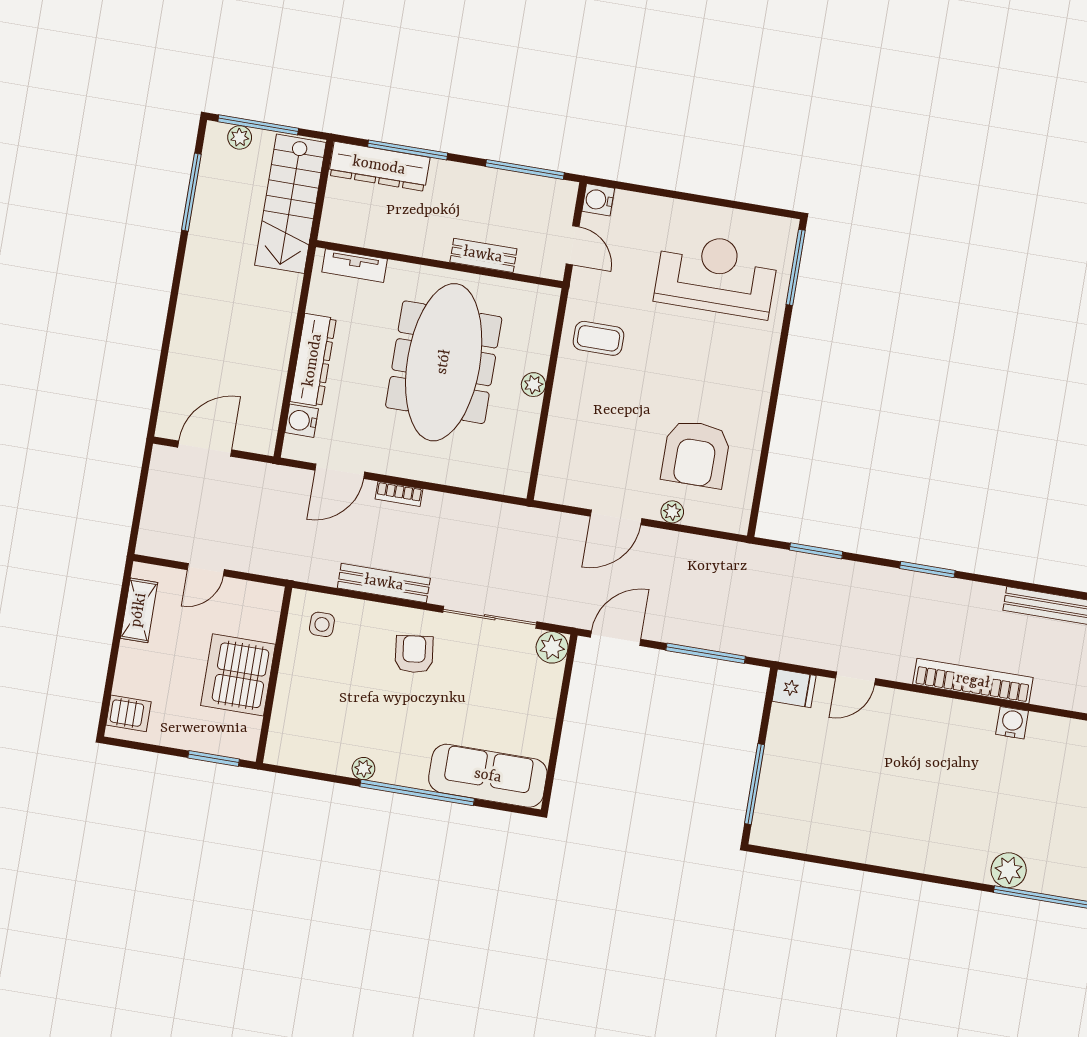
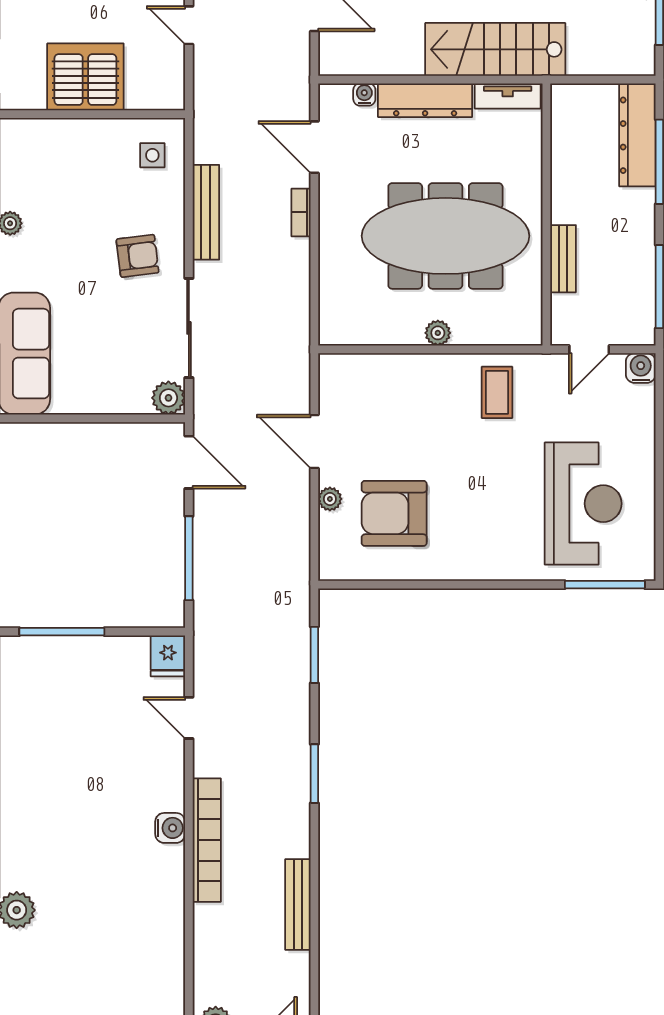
stairs: (290, 204) -> (495, 49), moved
tv unit: (355, 266) -> (508, 96), moved, turned -90
water cooler: (302, 421) -> (364, 94), width x0.72, depth x0.72
water cooler: (1012, 723) -> (170, 828), moved

